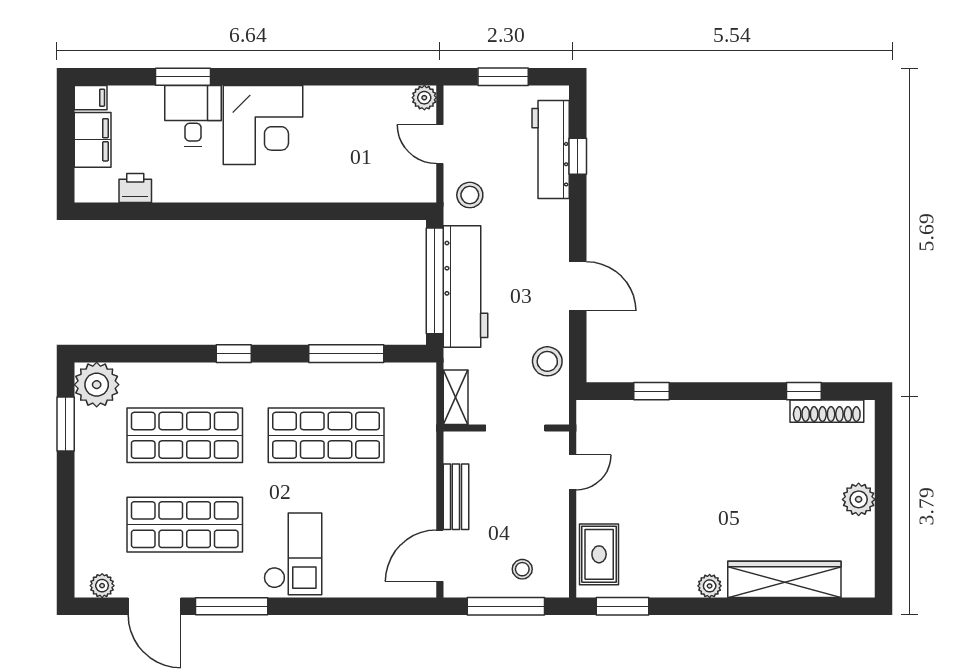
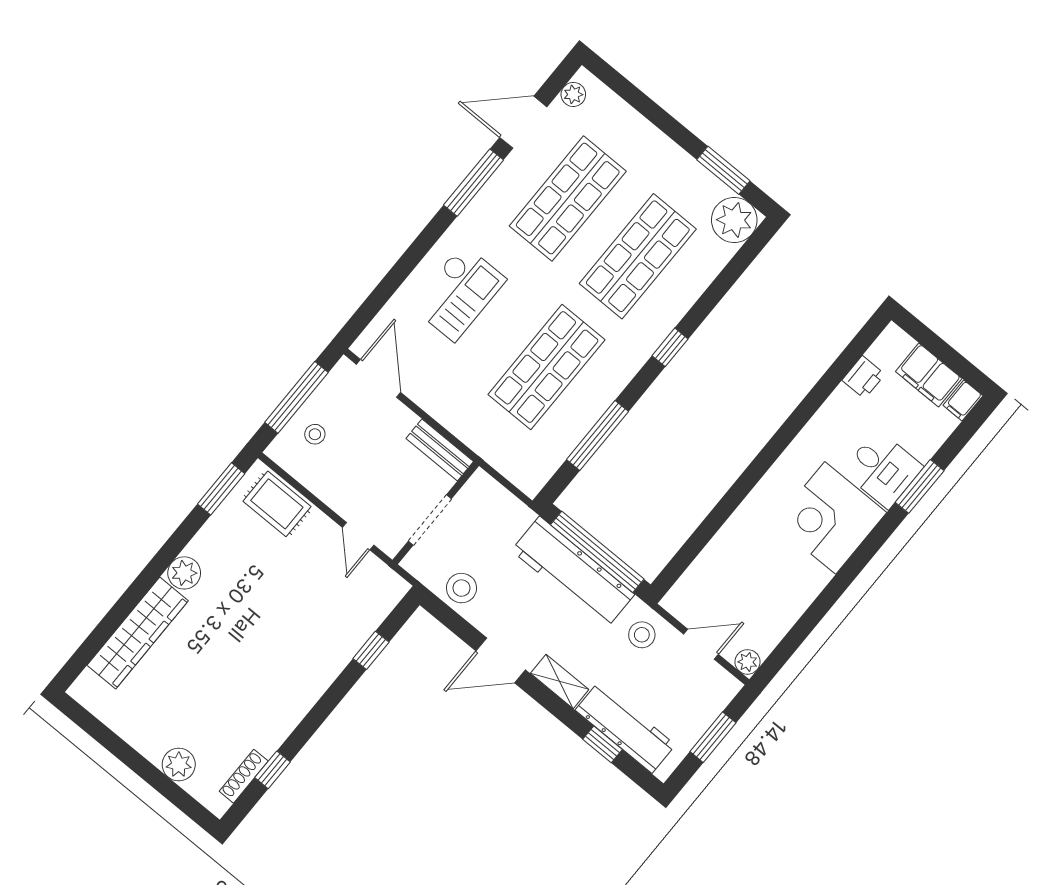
shelving: (456, 397) -> (560, 681), moved
shoe rack: (827, 411) -> (244, 776), width x0.74, depth x0.81
bench: (456, 497) -> (440, 450), moved
plant: (859, 499) -> (179, 765), moved
checkout: (293, 554) -> (459, 293), moved, turned -90
plant: (710, 586) -> (184, 573), width x1.38, depth x1.38

